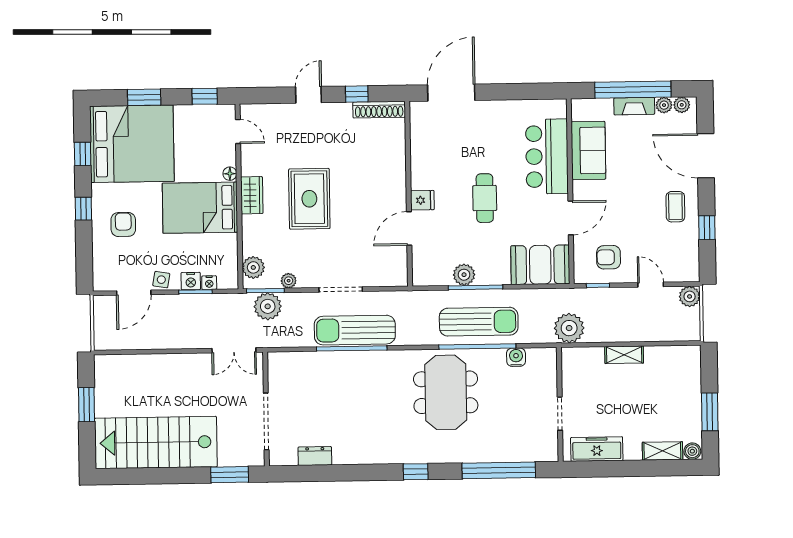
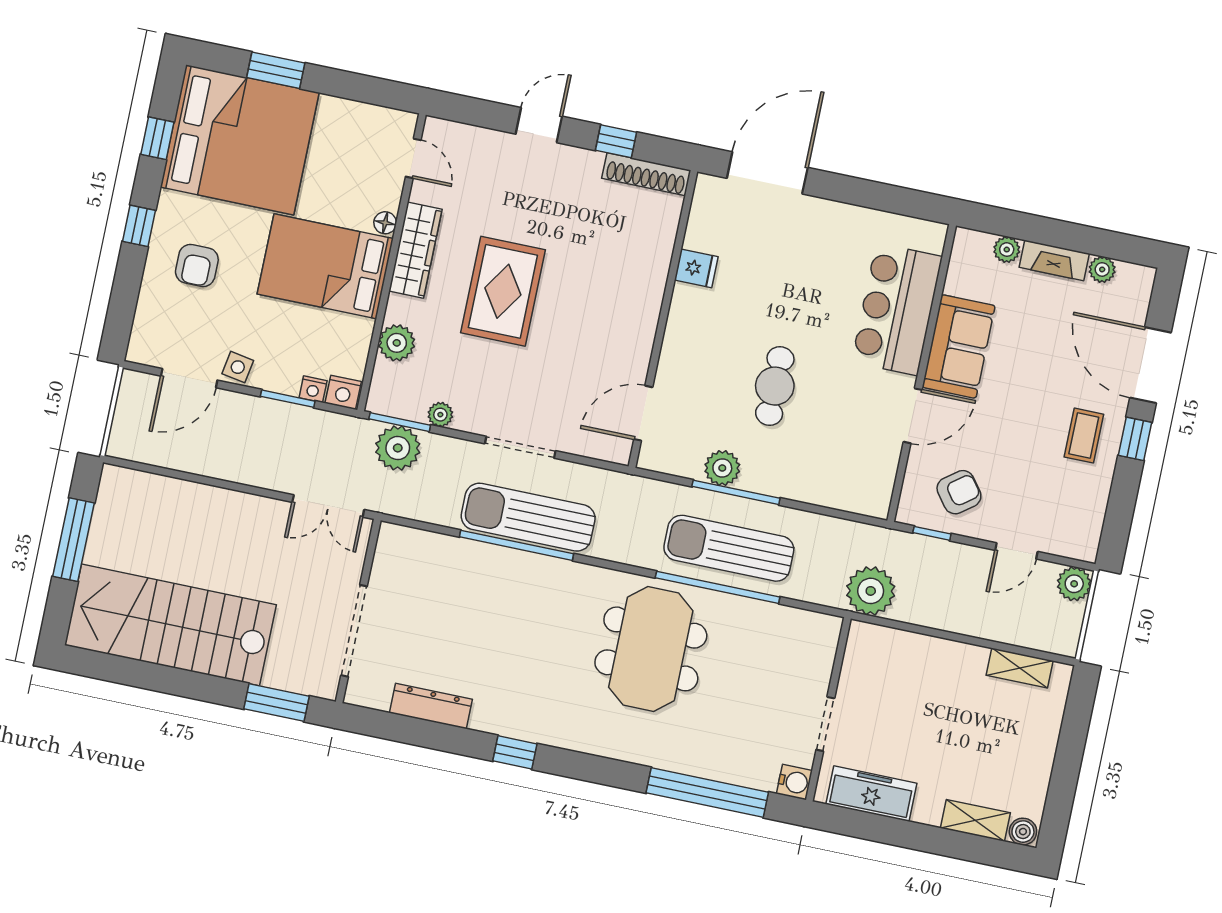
window: (633, 90) -> (1058, 234), removed
window: (205, 96) -> (373, 90), removed
plant: (682, 105) -> (1007, 250), moved
sofa: (588, 150) -> (959, 346), moved
wardrobe: (252, 195) -> (415, 250), width x1.50
cafe table: (485, 198) -> (775, 386), moved
fridge: (422, 200) -> (696, 268), moved
armchair: (123, 224) -> (197, 265), turned 180
window: (707, 228) -> (1135, 439), moved
door: (409, 229) -> (643, 413), moved
armchair: (609, 257) -> (959, 492), turned 143
booth: (540, 265) -> (847, 480), removed
plant: (253, 267) -> (397, 343), moved
nightstand: (191, 281) -> (343, 392), moved
door: (651, 285) -> (1016, 551), swing flipped
sun lounger: (479, 322) -> (729, 548), turned 180
shelving: (624, 355) -> (1020, 668), moved
water cooler: (516, 357) -> (794, 782), moved, turned 90
window: (87, 405) -> (73, 540), width x1.44
window: (710, 412) -> (1065, 775), removed
dresser: (315, 456) -> (431, 706), width x1.44
window: (416, 472) -> (515, 752), moved

